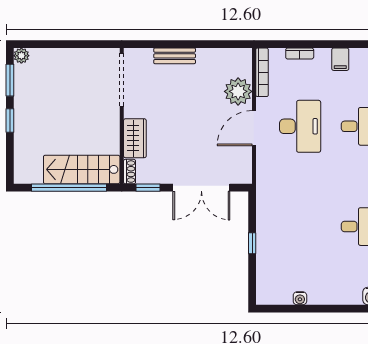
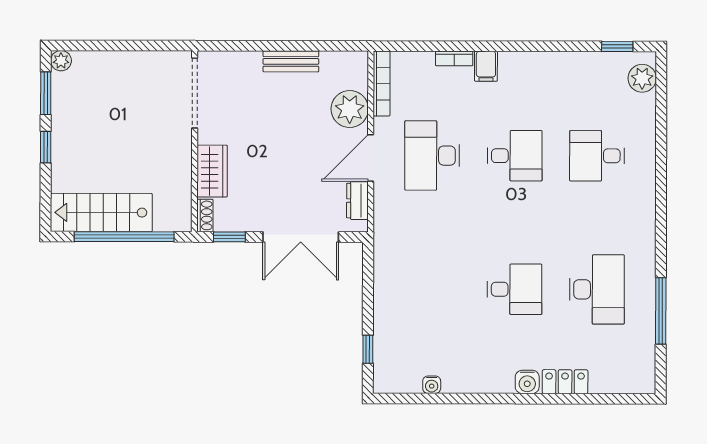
bookcase: (300, 53) -> (454, 59), moved
bench: (175, 56) -> (291, 61), moved
desk: (300, 126) -> (432, 156), turned 180
dresser: (244, 160) -> (357, 201), added
stairs: (82, 169) -> (101, 212), moved
window: (252, 243) -> (368, 349), moved

